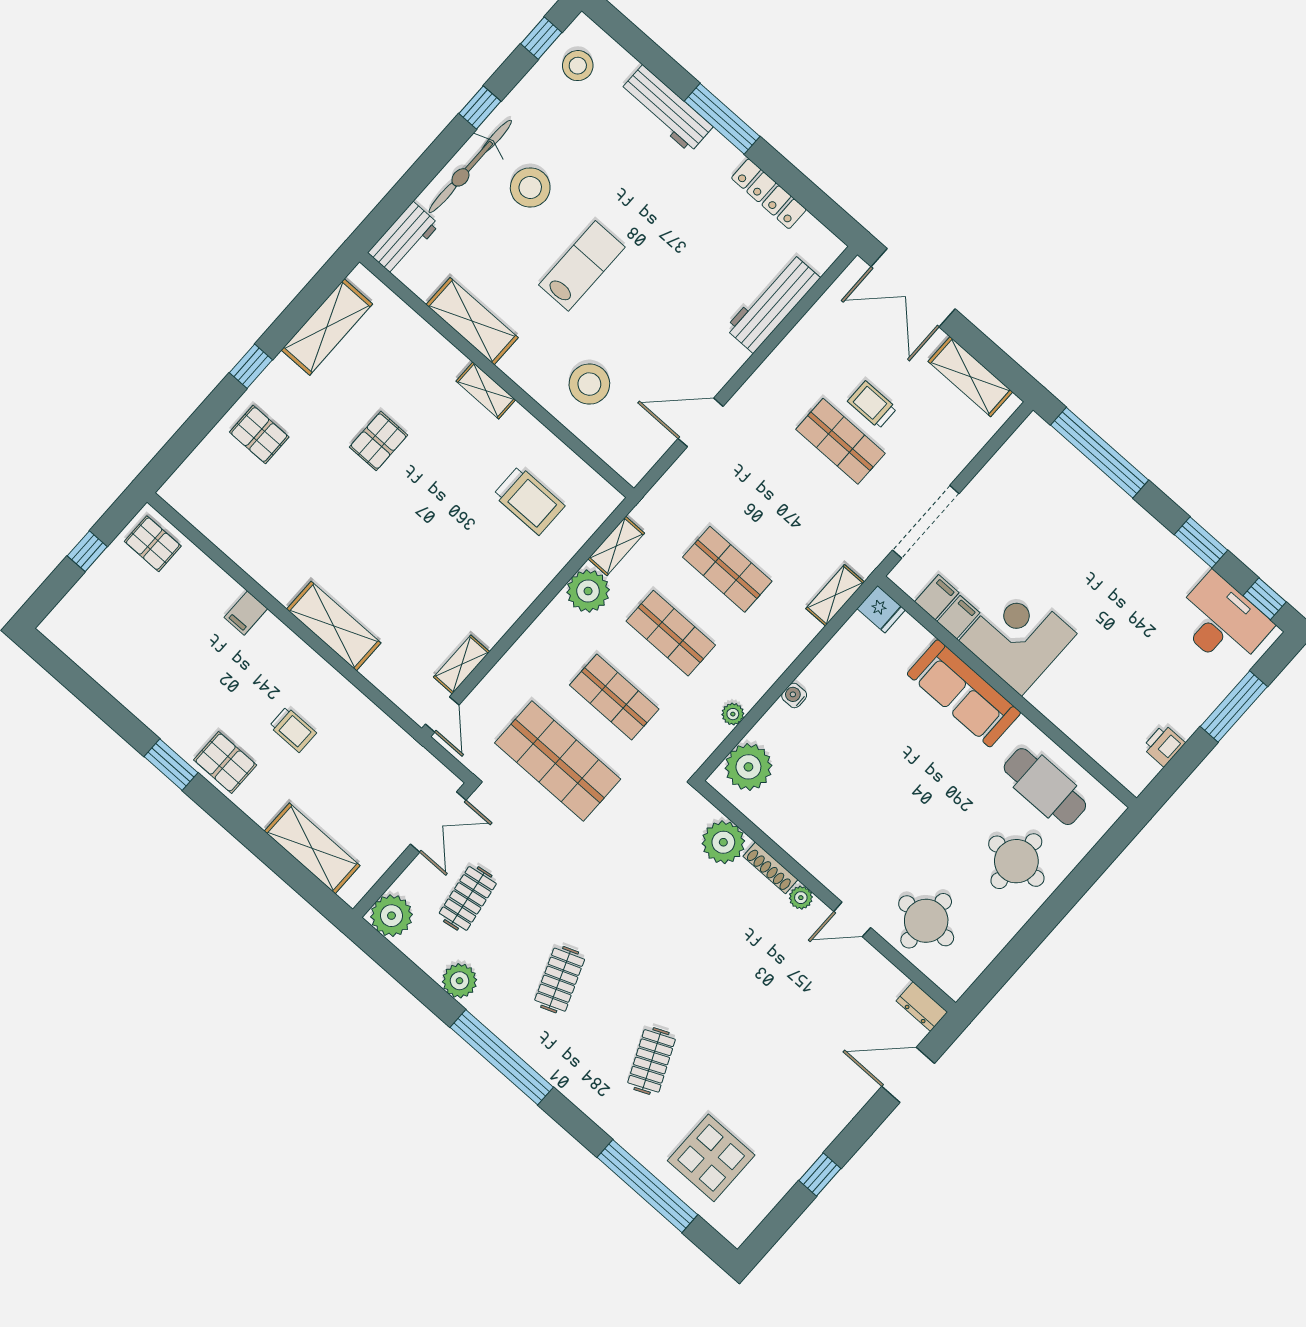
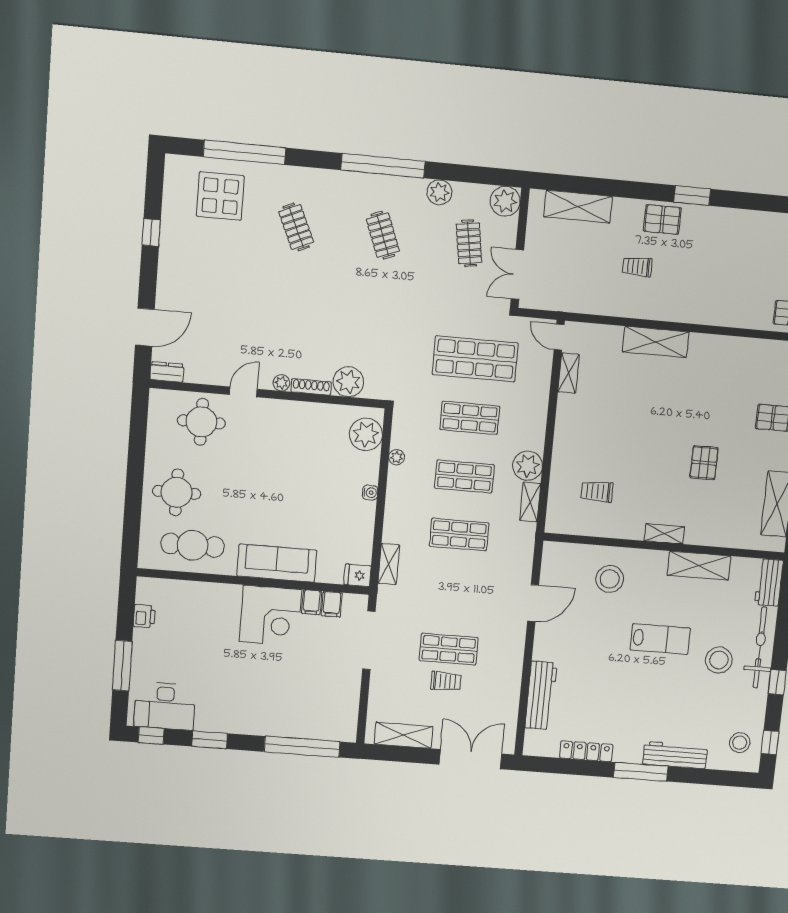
lab bench: (582, 266) -> (660, 639), turned -90
trolley: (529, 500) -> (597, 491), width x0.73, depth x0.72
filing cabinet: (246, 613) -> (710, 313), removed

